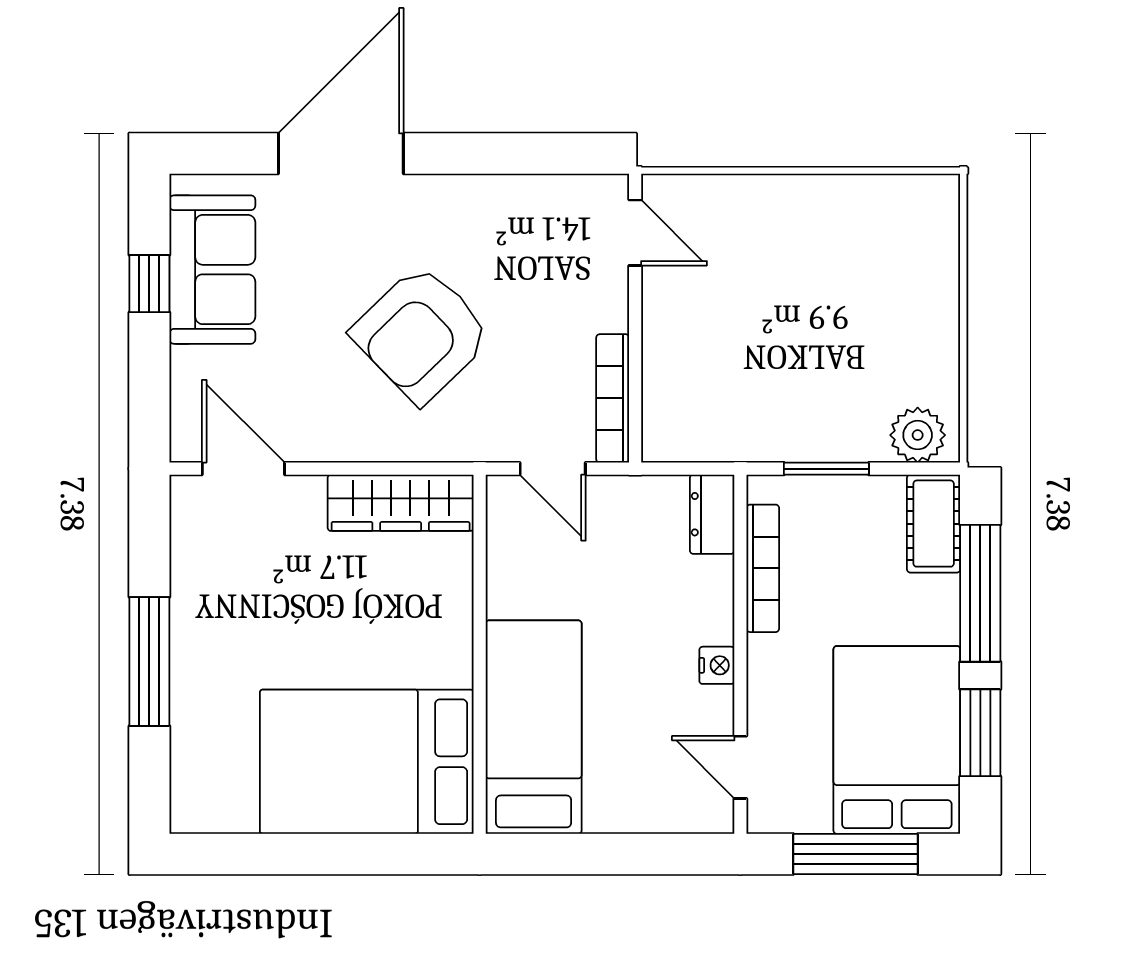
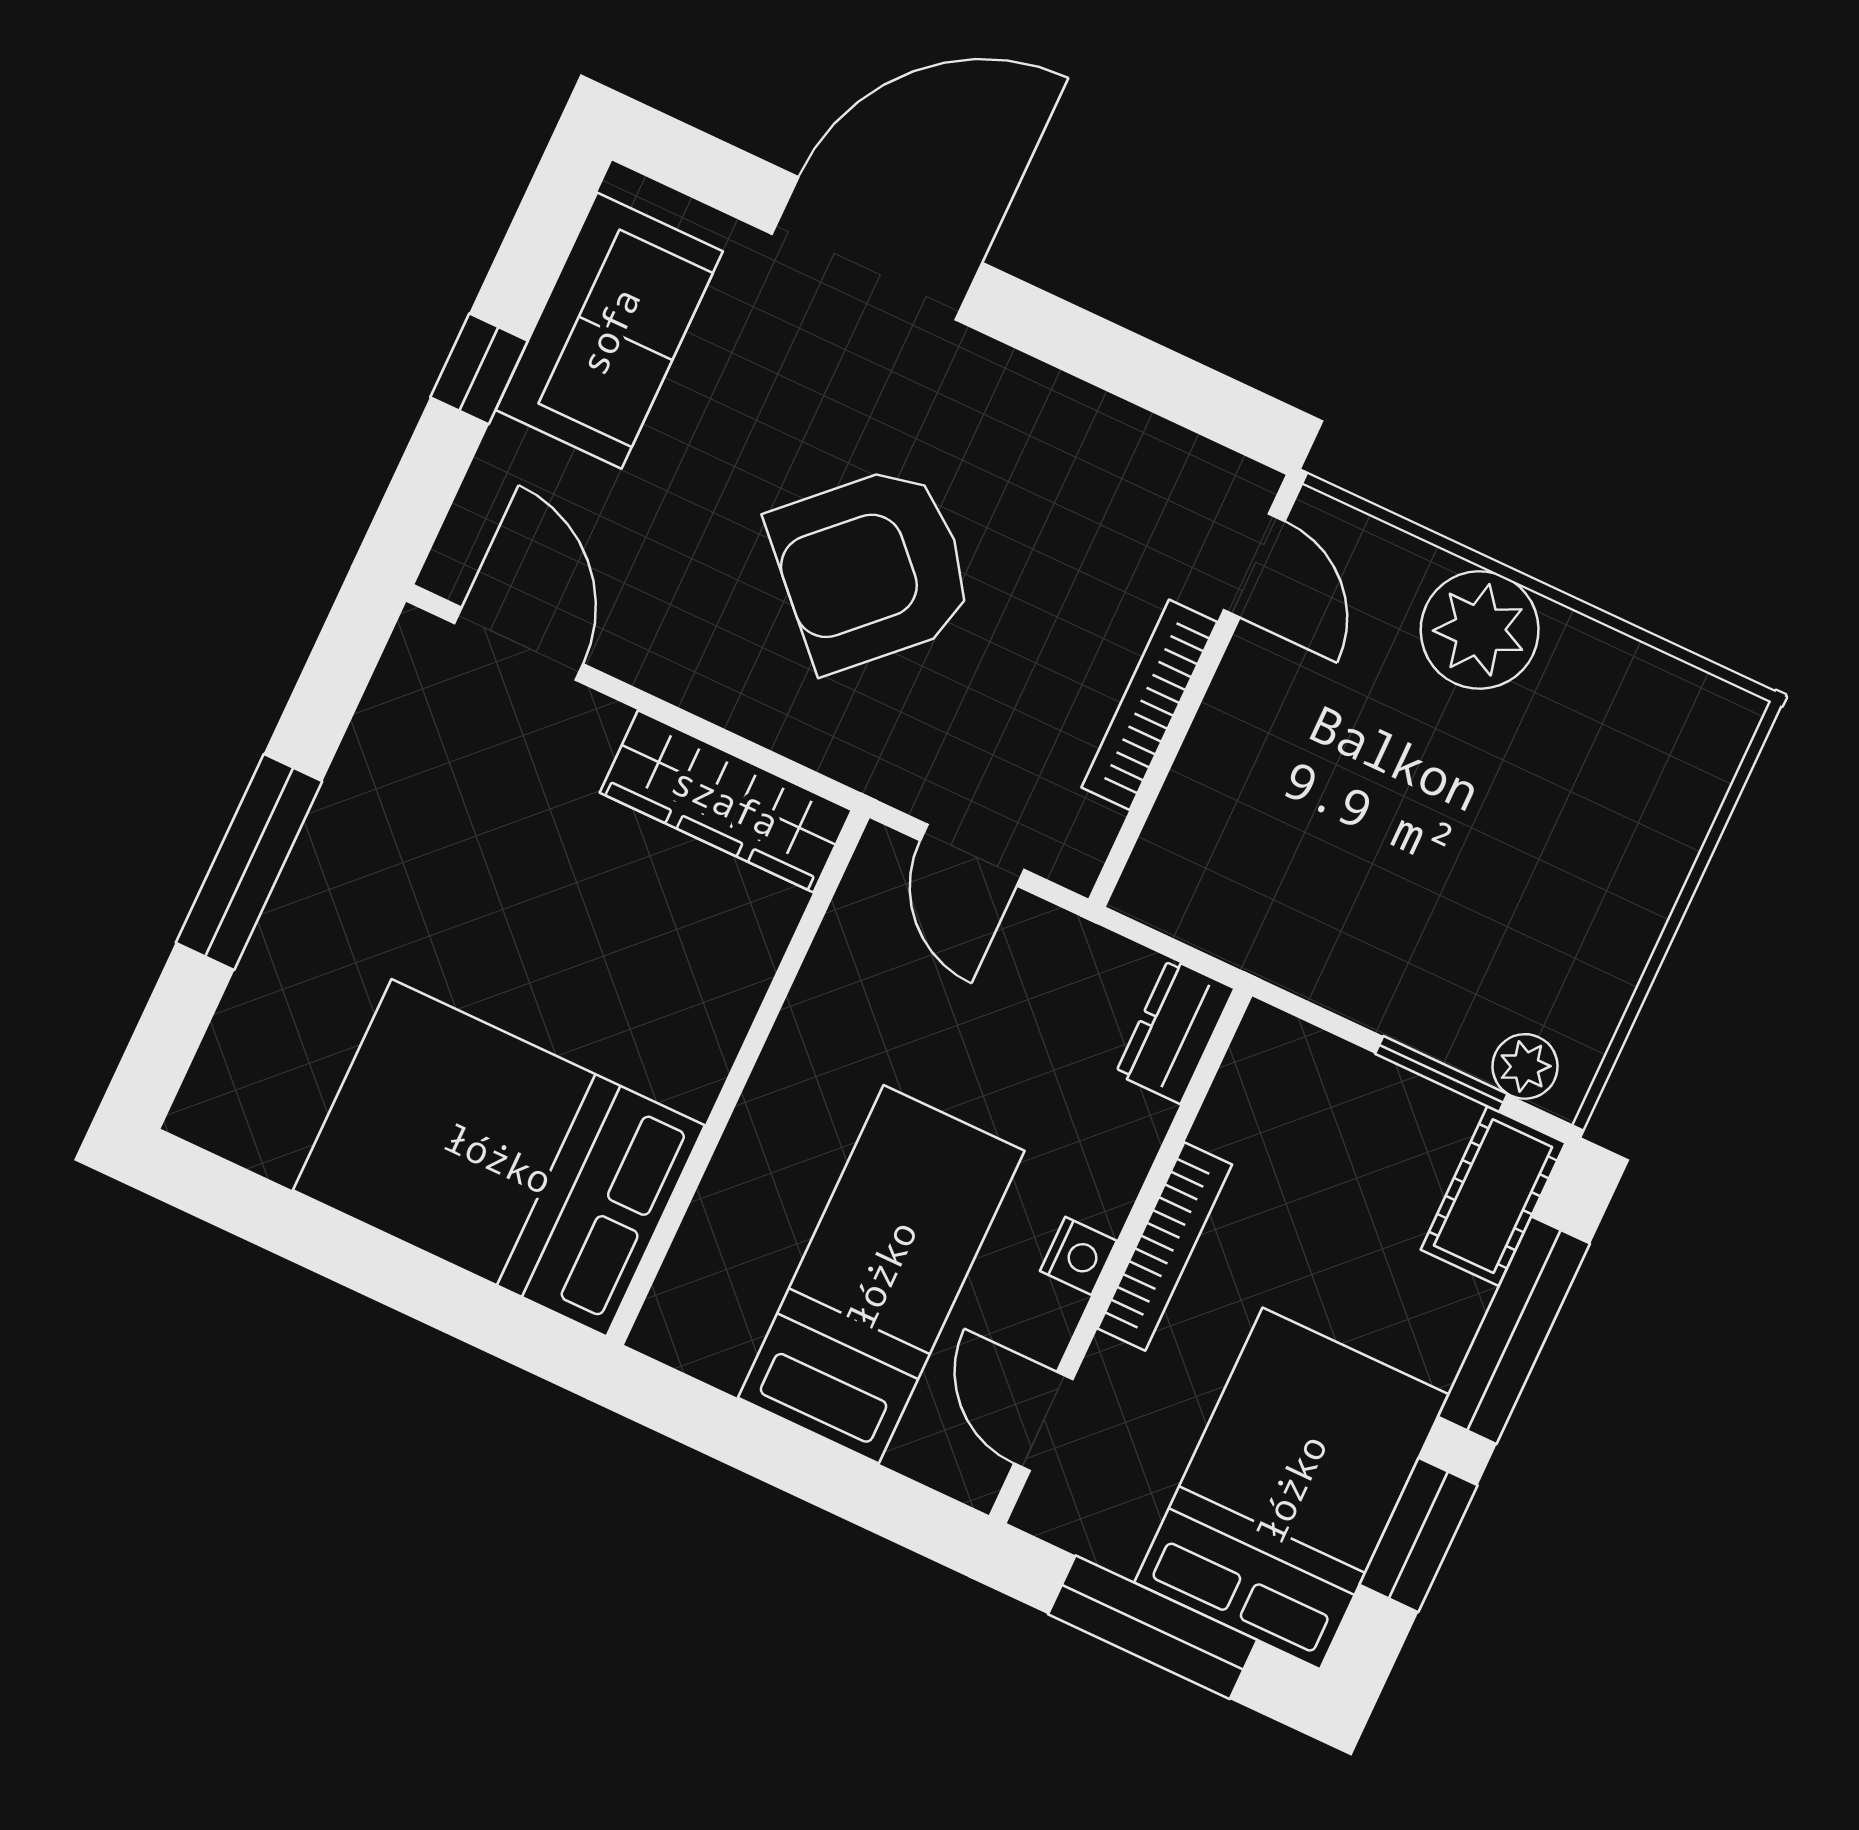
plant: (778, 210) -> (1480, 630), added
window: (149, 284) -> (479, 369), moved
bookcase: (613, 398) -> (1149, 705), moved
plant: (918, 435) -> (1525, 1066), width x0.73, depth x0.73
window: (826, 469) -> (1441, 1074), moved
bookcase: (763, 568) -> (1165, 1246), moved
bed: (534, 727) -> (881, 1274), moved

